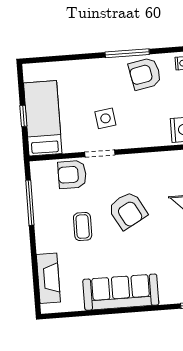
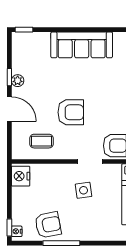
armchair: (128, 211) -> (71, 112), turned 119
coffee table: (83, 227) -> (42, 141), moved, turned 90

